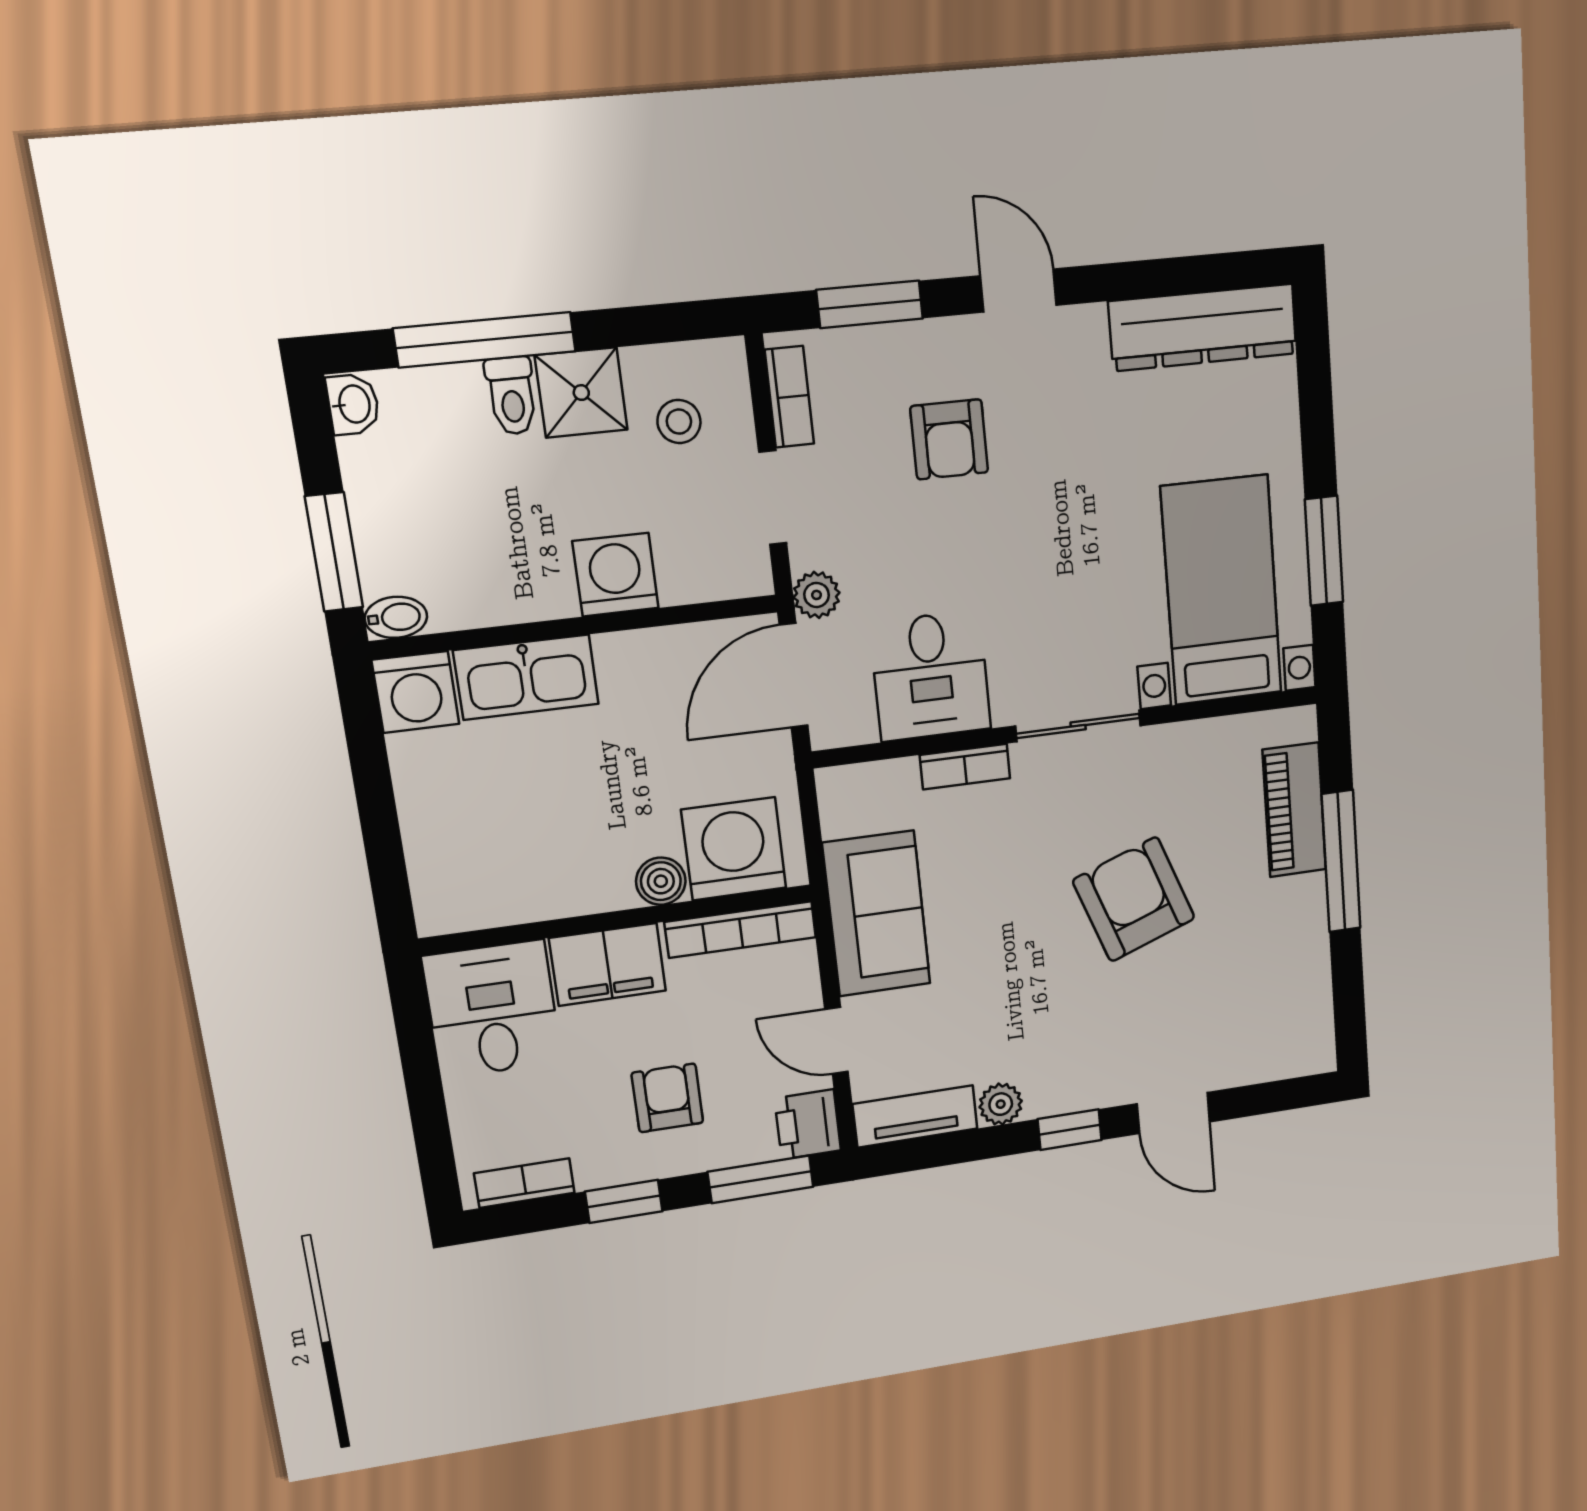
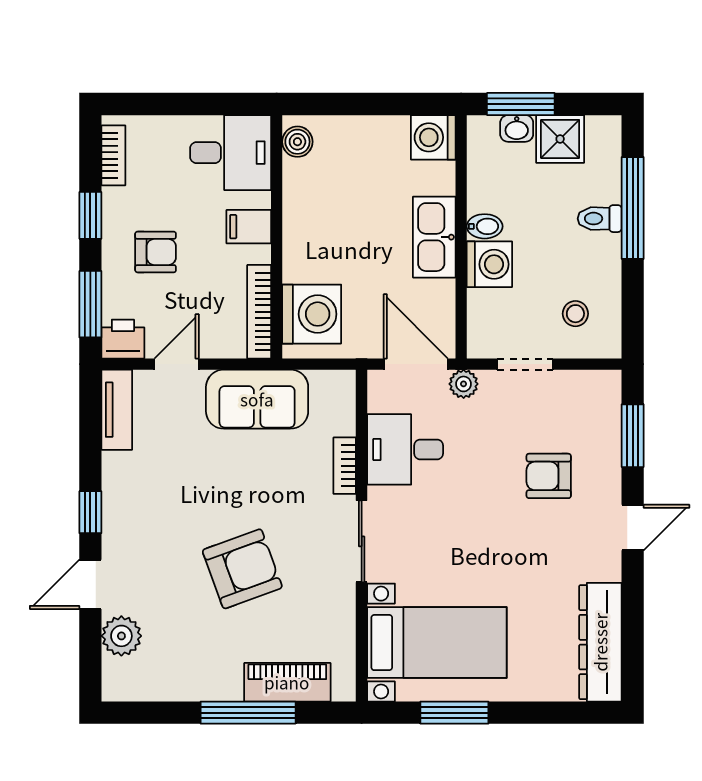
shower: (581, 393) -> (560, 139), moved
bookcase: (789, 397) -> (583, 381), removed
washbasin: (353, 404) -> (517, 128), moved
bidet: (396, 617) -> (485, 226), moved, turned -90
kitchen sink: (526, 677) -> (434, 237), moved
boiler: (661, 881) -> (297, 142), moved
filing cabinet: (608, 964) -> (249, 227), width x0.50
plant: (1001, 1104) -> (121, 636), moved, width x1.38, depth x1.38

